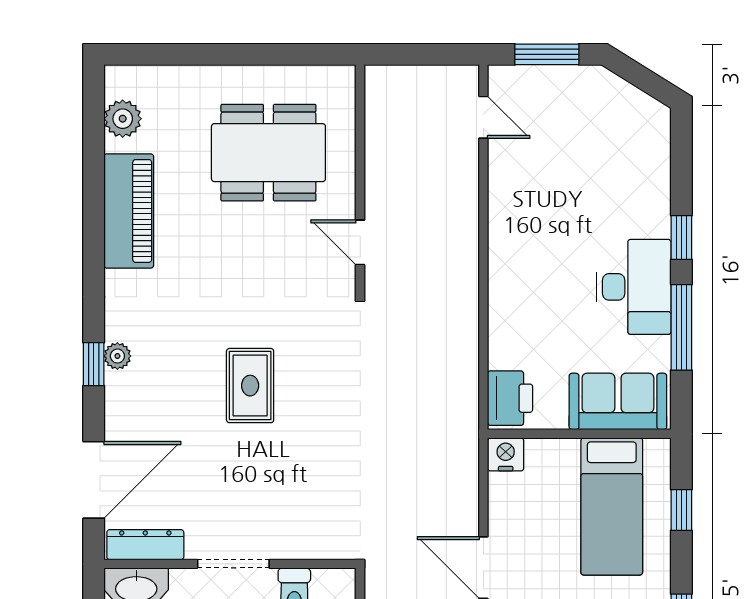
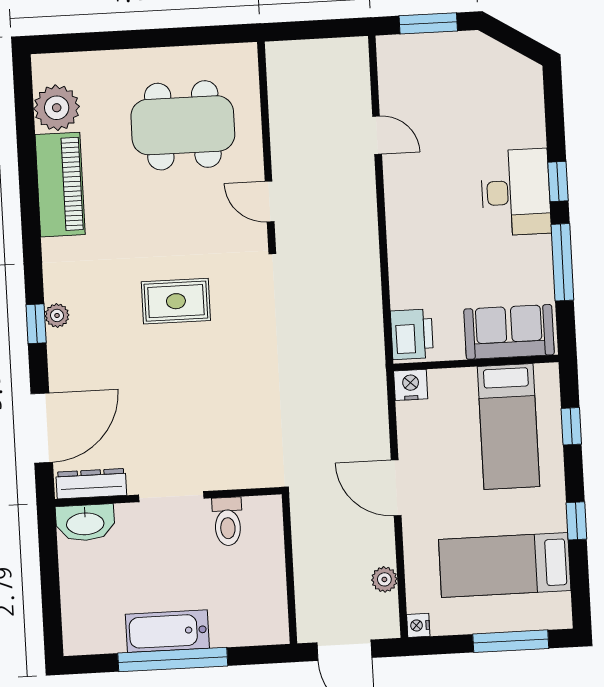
door: (483, 117) -> (377, 135), moved
plant: (123, 119) -> (57, 108), width x1.36, depth x1.36
desk: (634, 287) -> (516, 192), moved
rug: (250, 386) -> (176, 301), moved, turned 90

